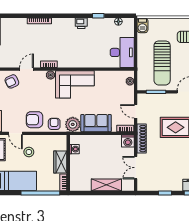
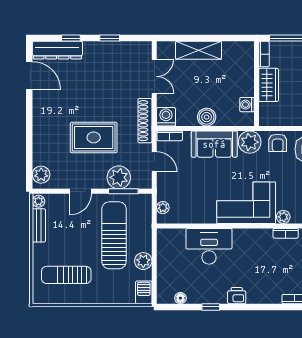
plant: (143, 46) -> (143, 261), added
desk: (122, 52) -> (209, 246), moved, turned 90
plant: (159, 101) -> (119, 177), added
boiler: (101, 141) -> (207, 117), added

